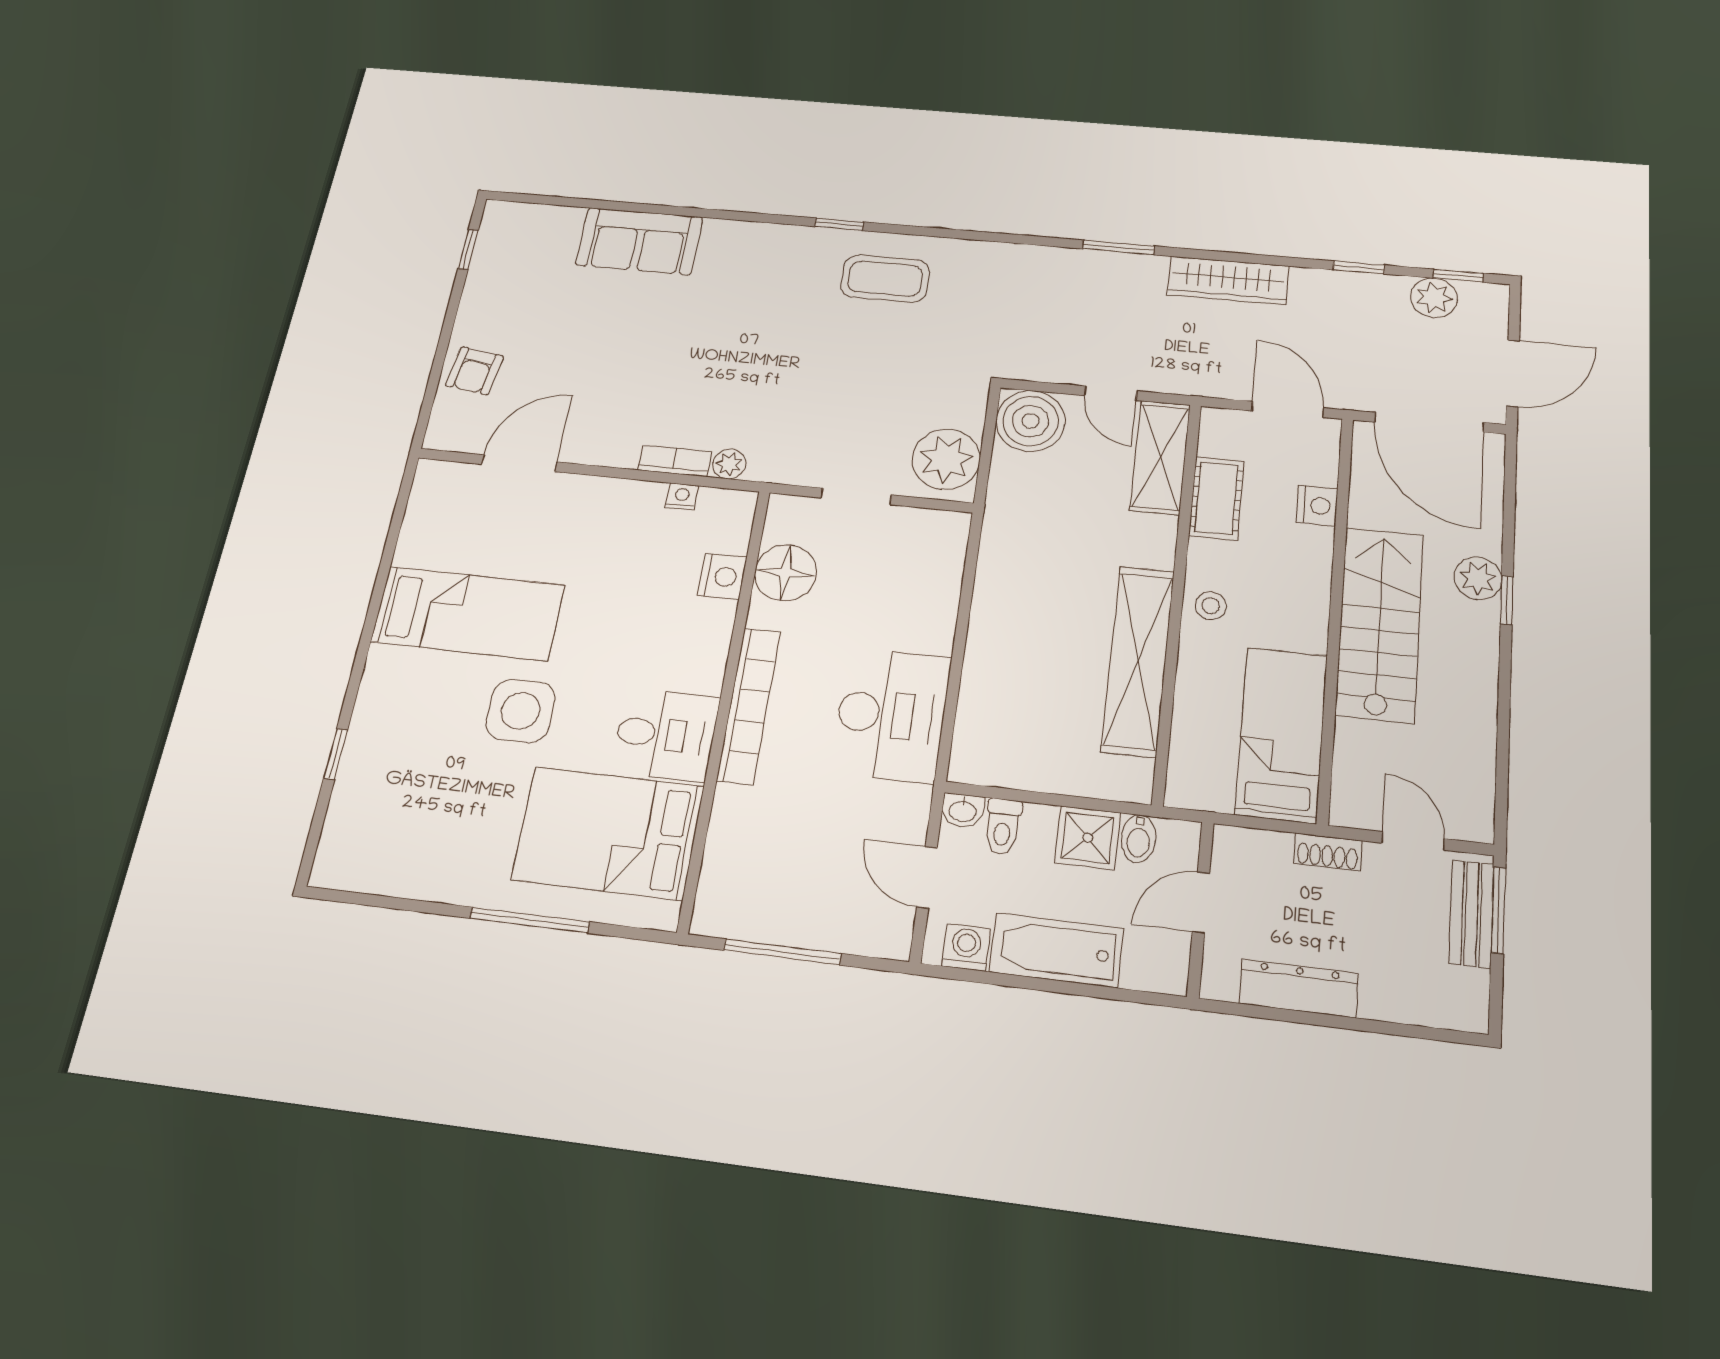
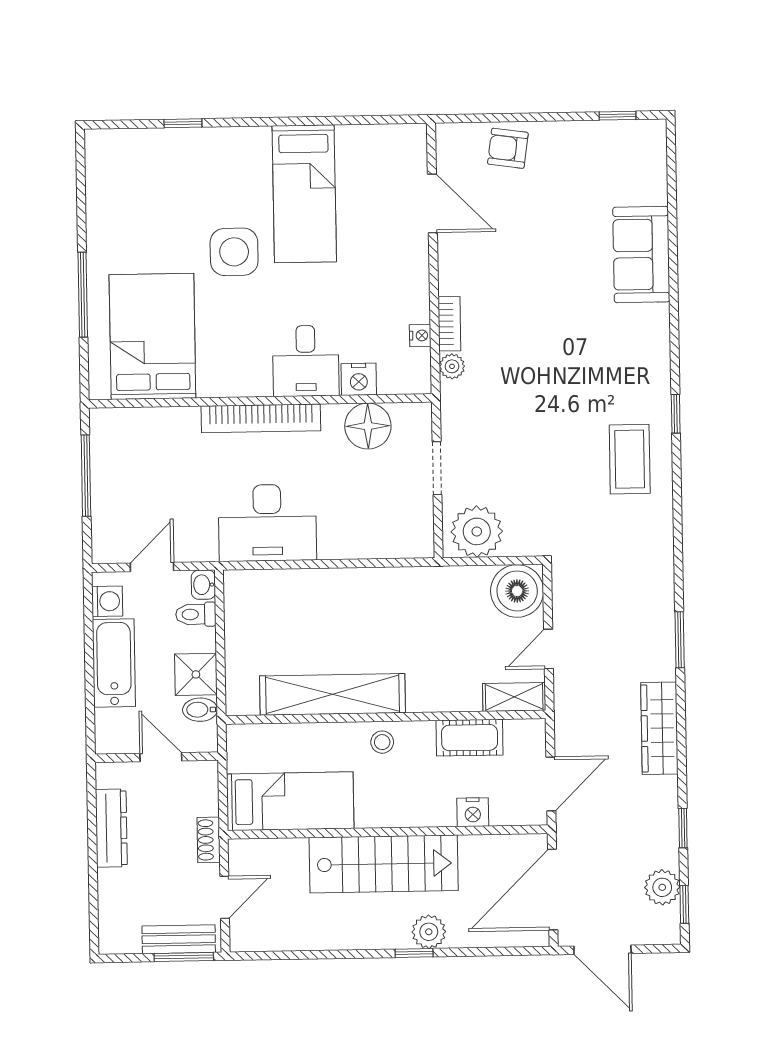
shelving: (1160, 457) -> (514, 697), width x0.67, depth x0.75
desk: (665, 735) -> (306, 361), moved

